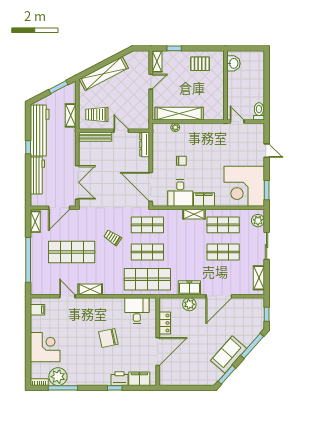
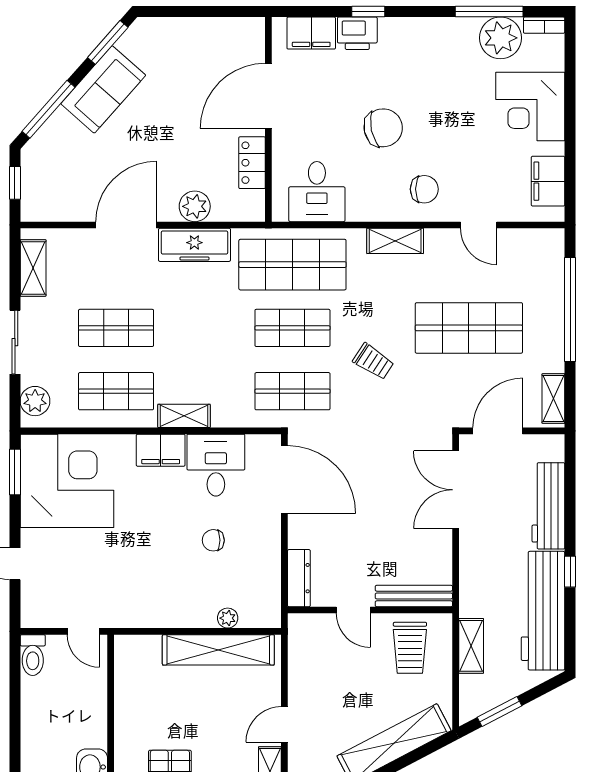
trolley: (97, 115) -> (410, 648), turned 90
freezer: (189, 288) -> (194, 245), width x1.40
shelving: (90, 289) -> (395, 241), moved
filing cabinet: (38, 310) -> (548, 181), width x2.00
chair: (91, 312) -> (424, 189), added

